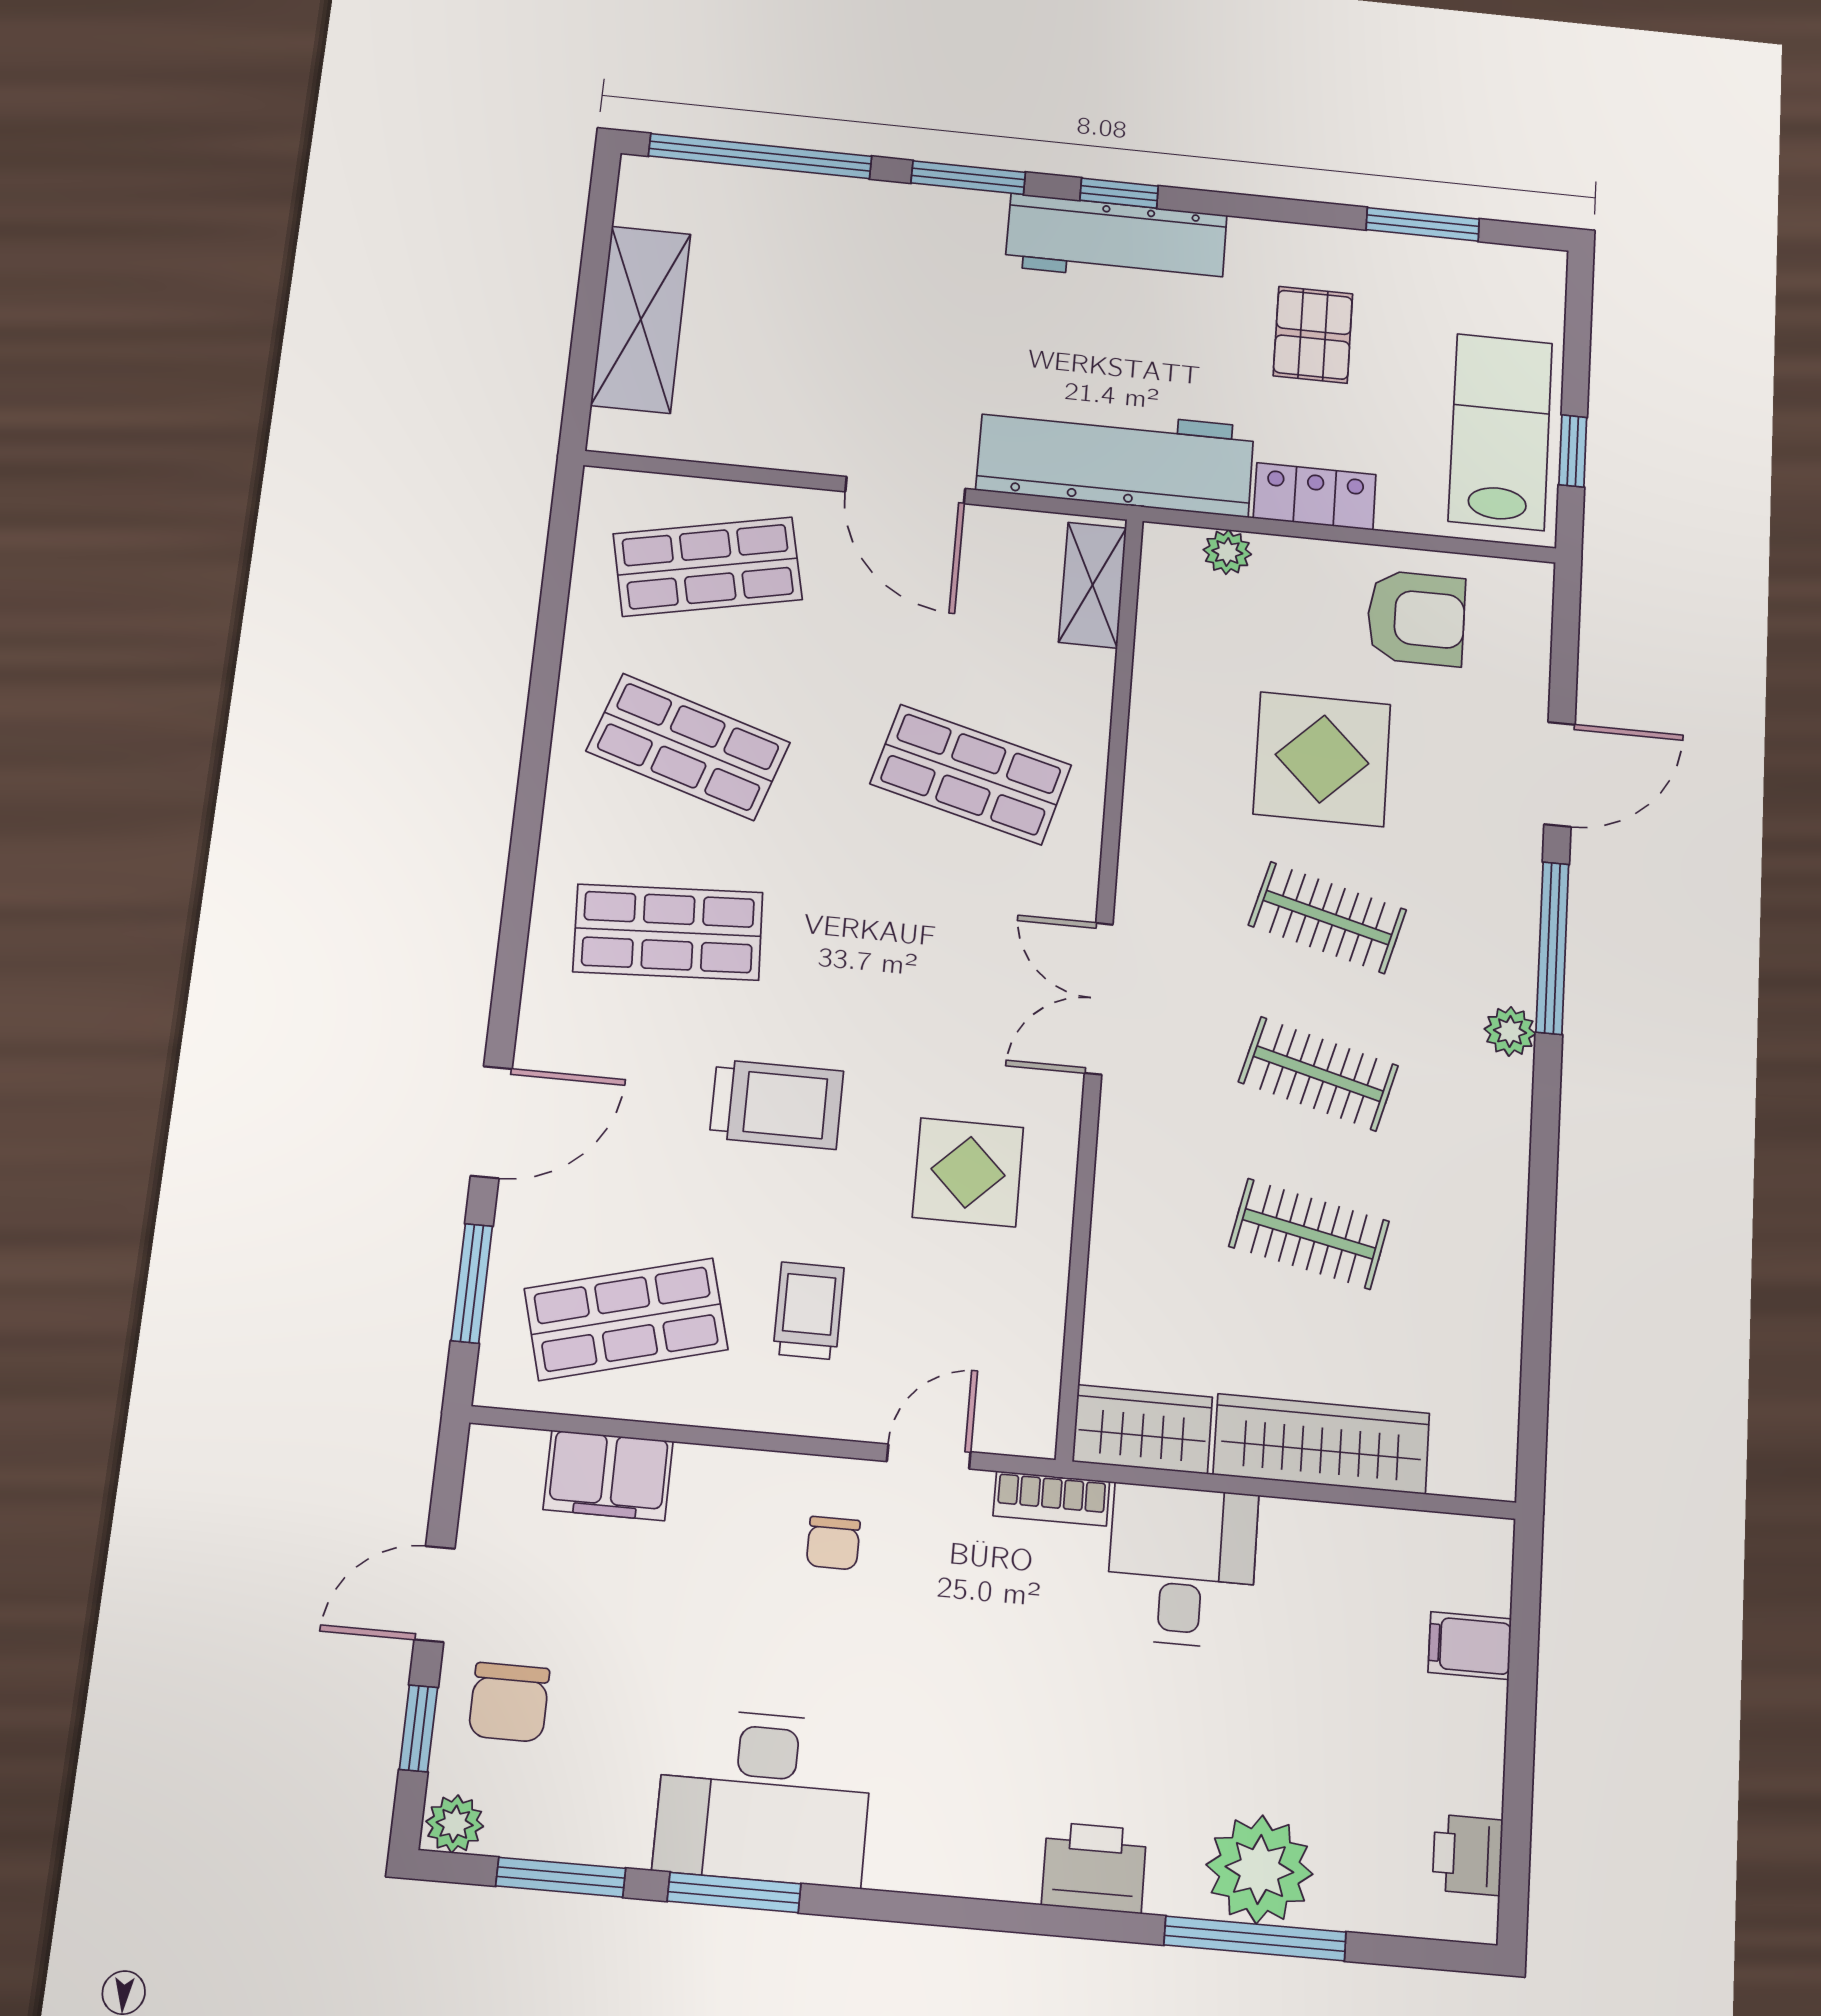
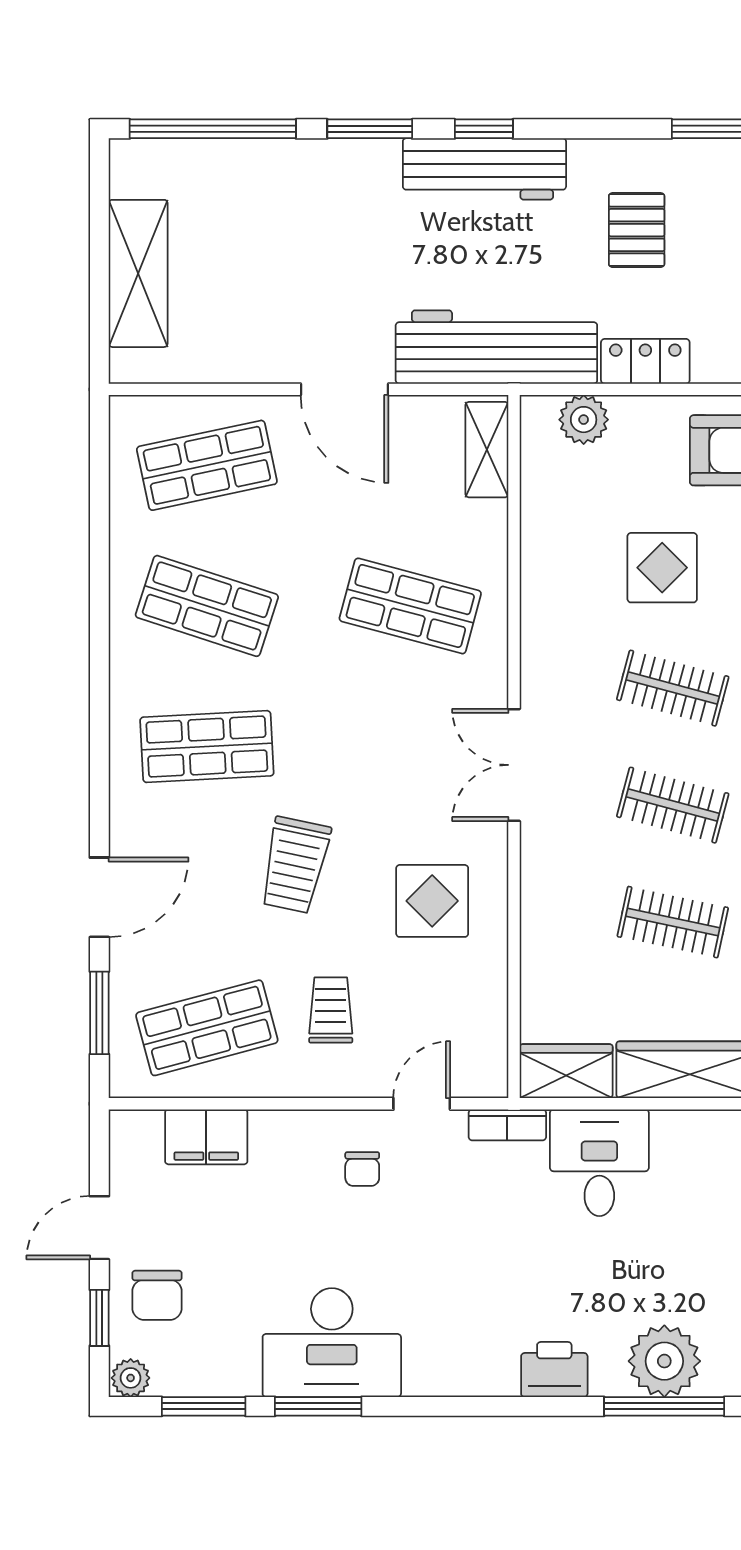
plant: (1227, 552) -> (584, 420), width x1.38, depth x1.38
display table: (1322, 759) -> (662, 568), width x0.73, depth x0.73
trolley: (776, 1104) -> (295, 865), turned 102

